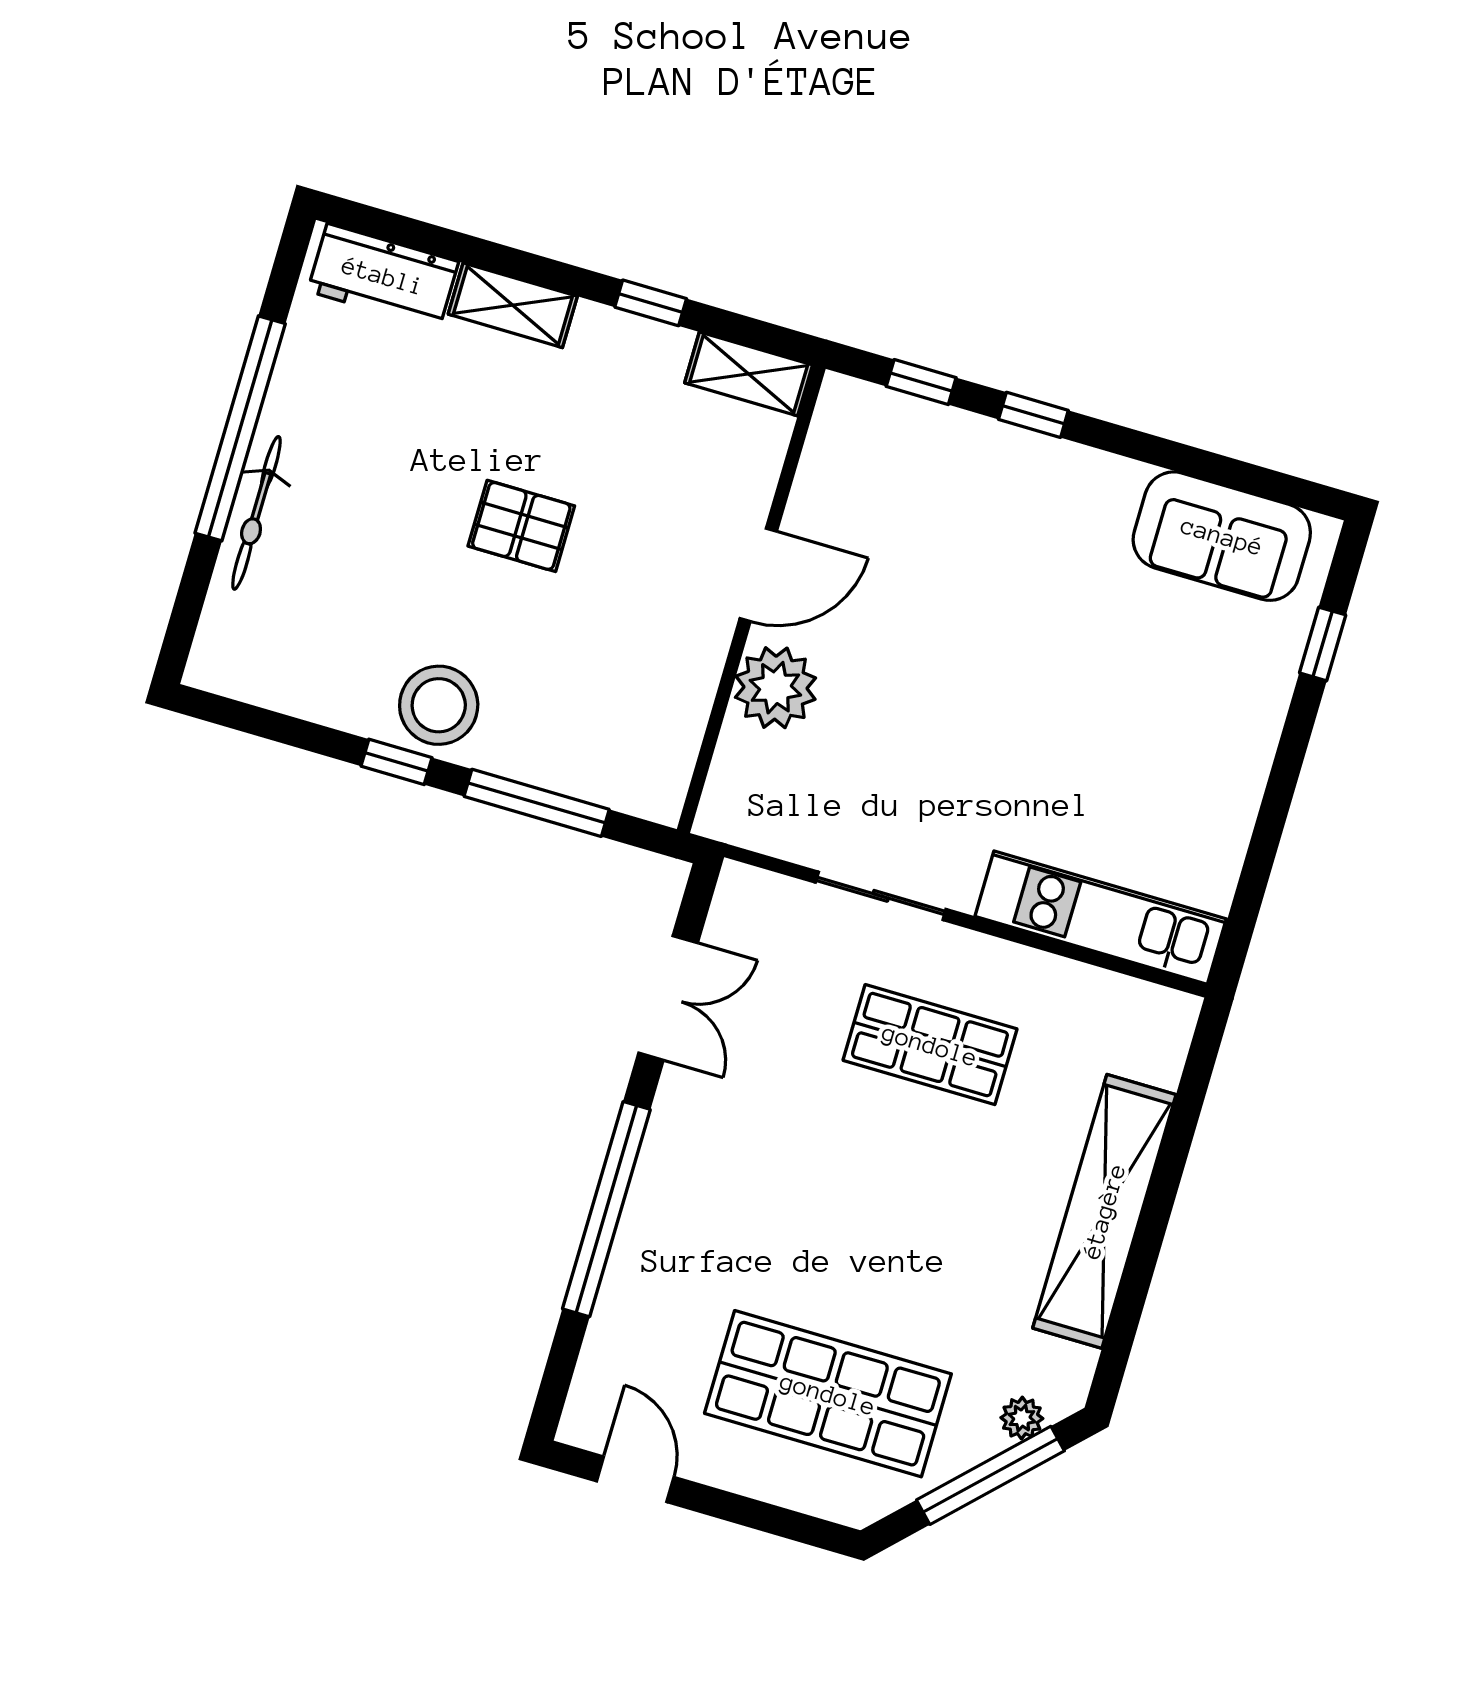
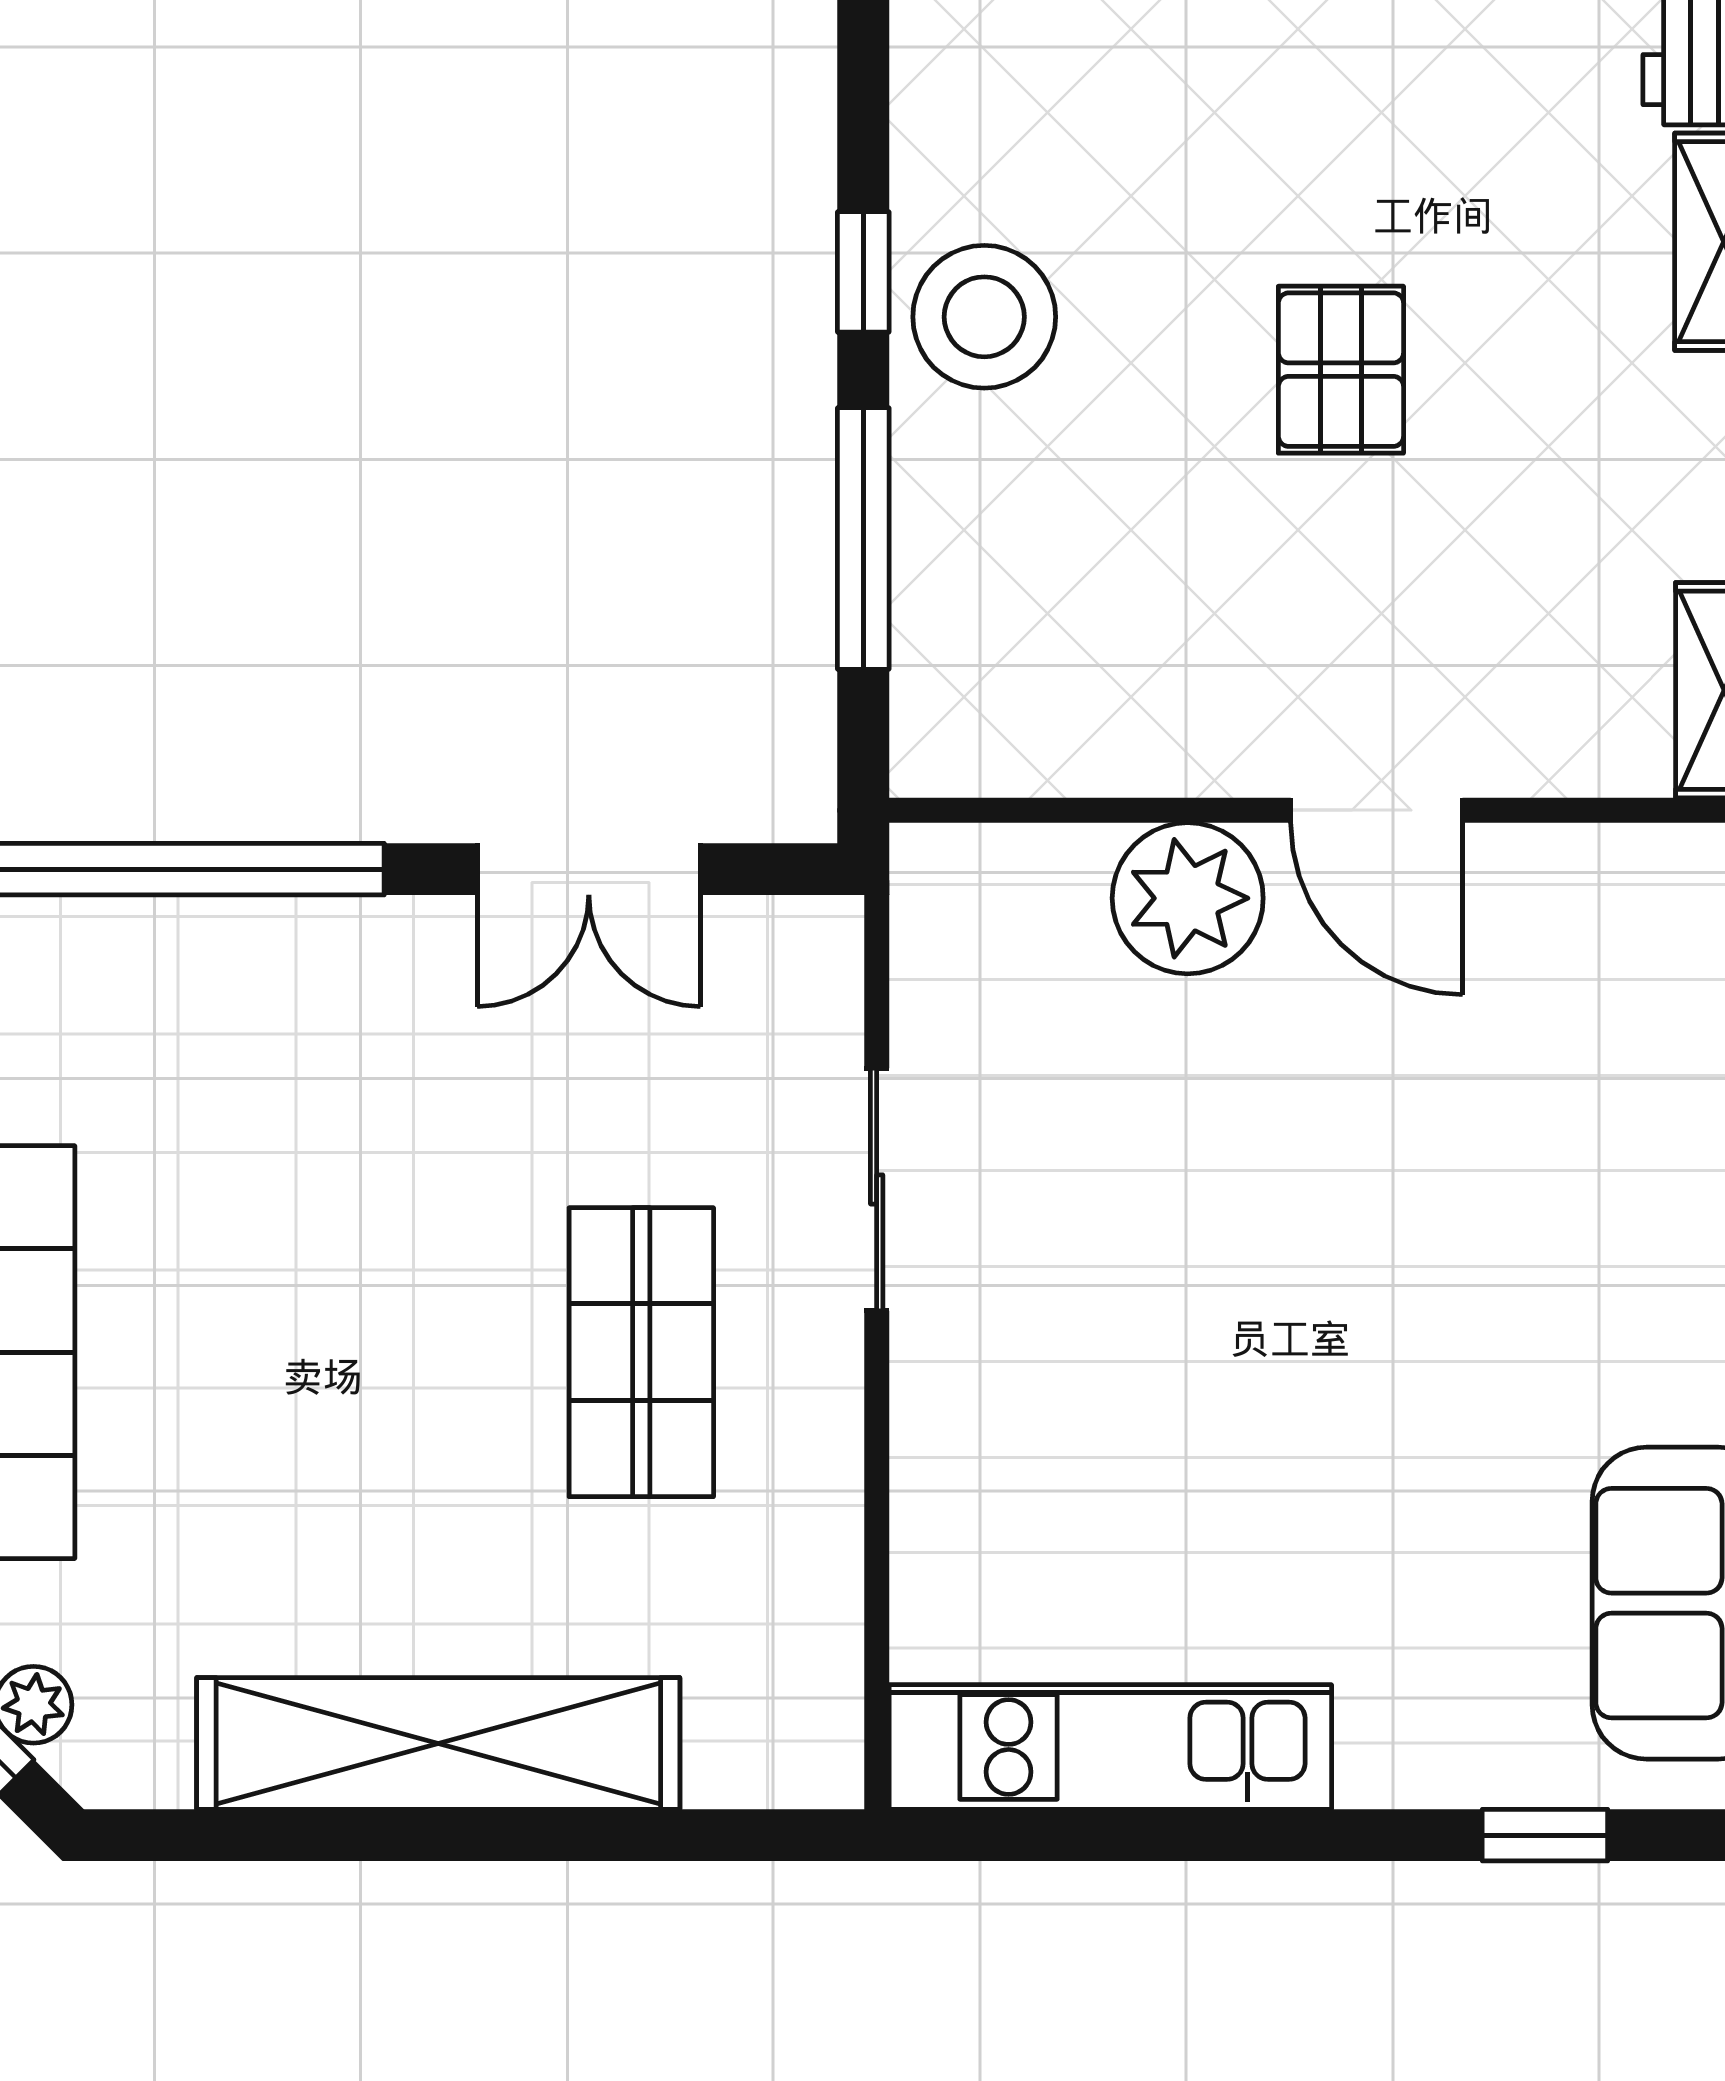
kitchen unit: (1101, 918) -> (1110, 1747), moved, turned -90

